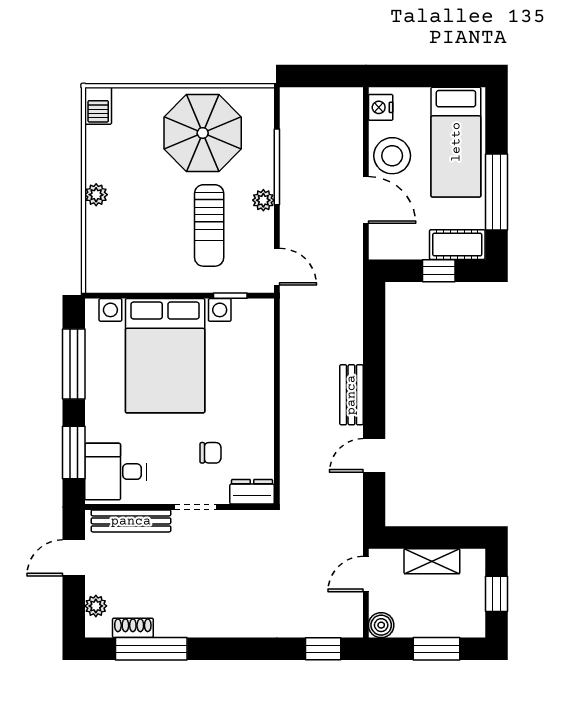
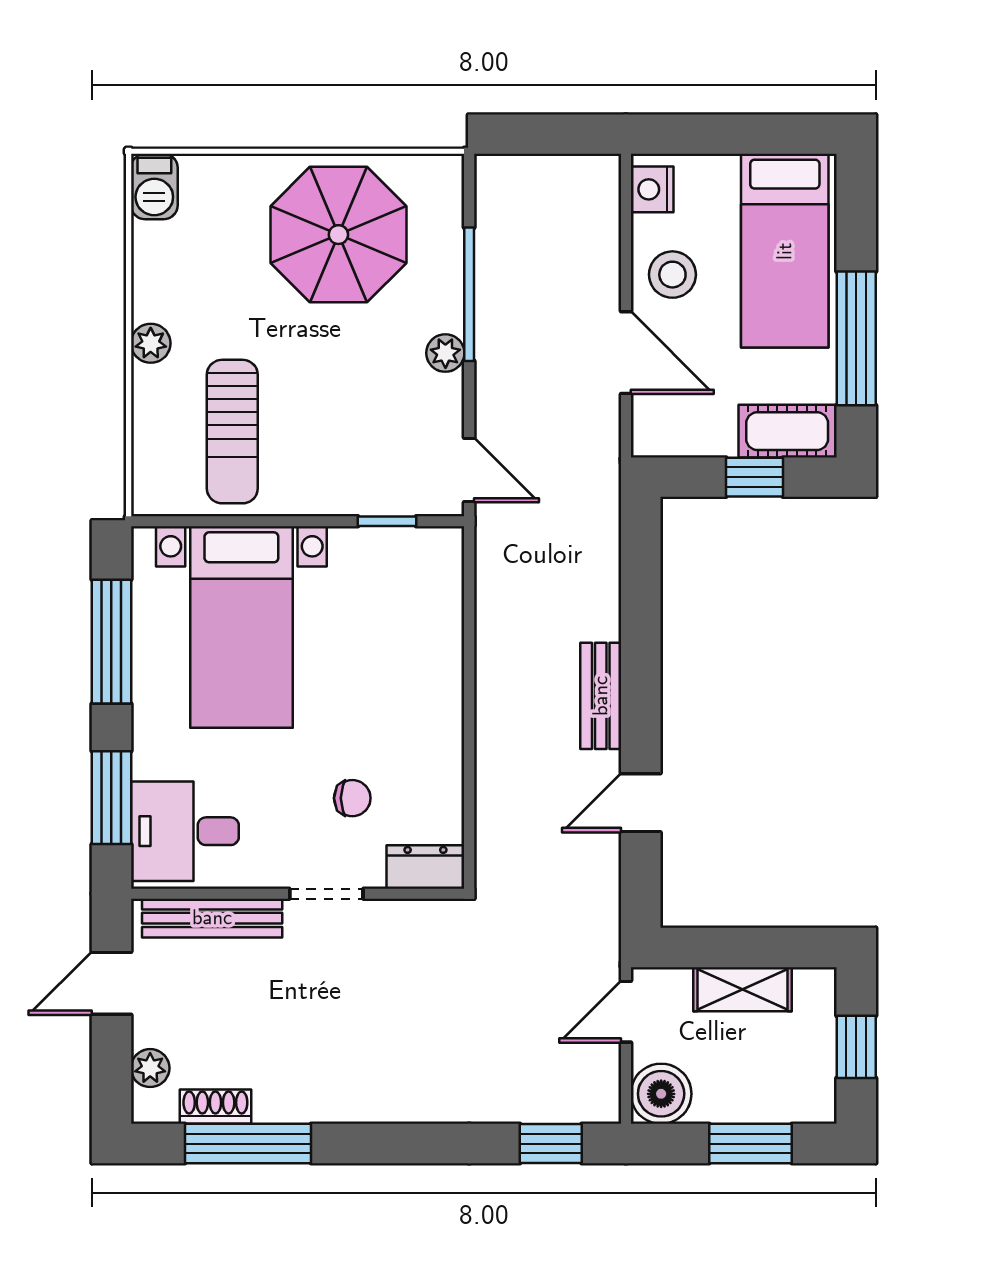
stool: (392, 156) -> (672, 275), width x0.73, depth x0.73
sun lounger: (209, 225) -> (232, 432), moved
bed with nightstands: (165, 356) -> (241, 627), width x0.73
boiler: (381, 625) -> (661, 1094), width x1.36, depth x1.36

